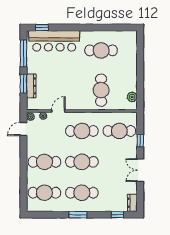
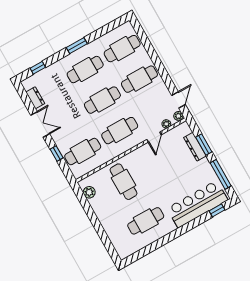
dresser: (132, 203) -> (35, 98), moved

